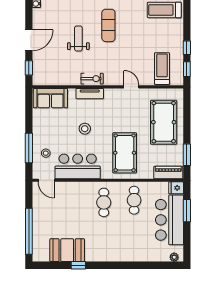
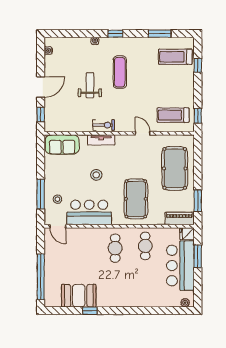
window: (187, 48) -> (198, 65), moved
treadmill: (162, 69) -> (173, 115), turned -90

